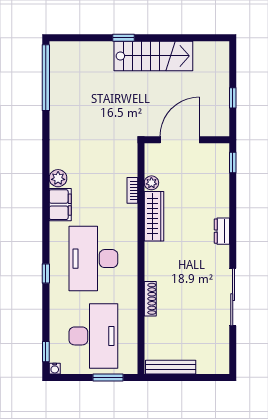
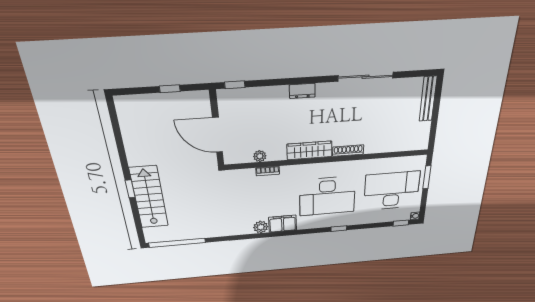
stairs: (153, 56) -> (149, 197), moved
wardrobe: (154, 216) -> (309, 150), moved
shoe rack: (150, 299) -> (348, 151), moved
bench: (171, 367) -> (428, 99), moved

